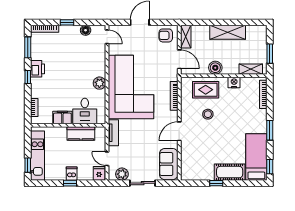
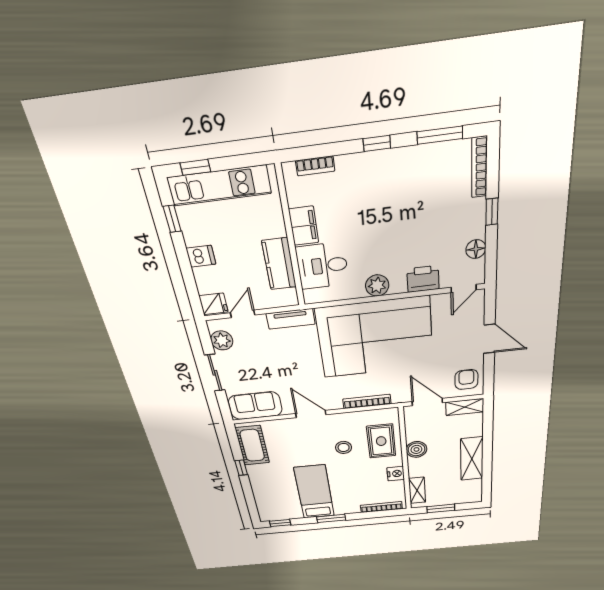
door: (179, 59) -> (427, 402), swing flipped
printer: (37, 69) -> (423, 279), moved, turned 180
bed: (256, 157) -> (314, 492), moved, turned -90
cot: (230, 172) -> (252, 445), moved
window: (70, 183) -> (172, 219), moved

